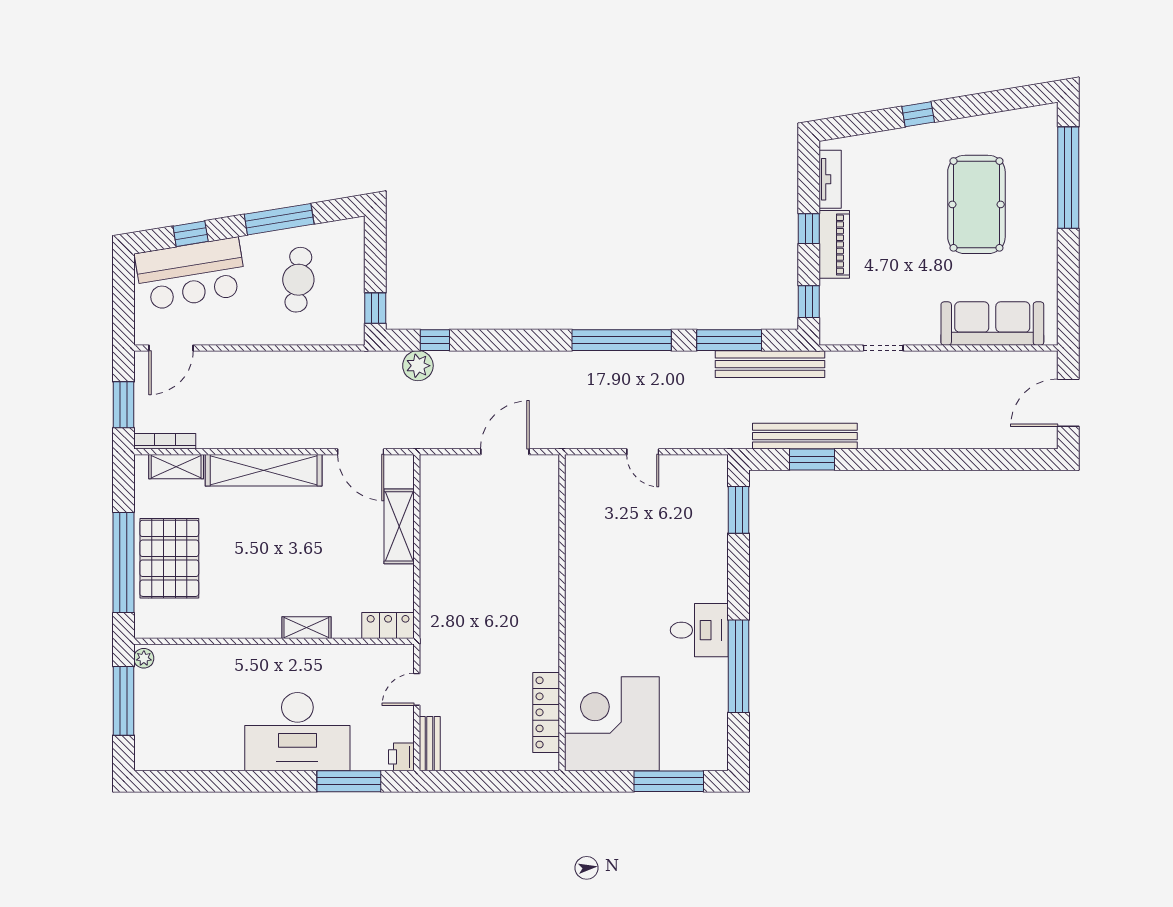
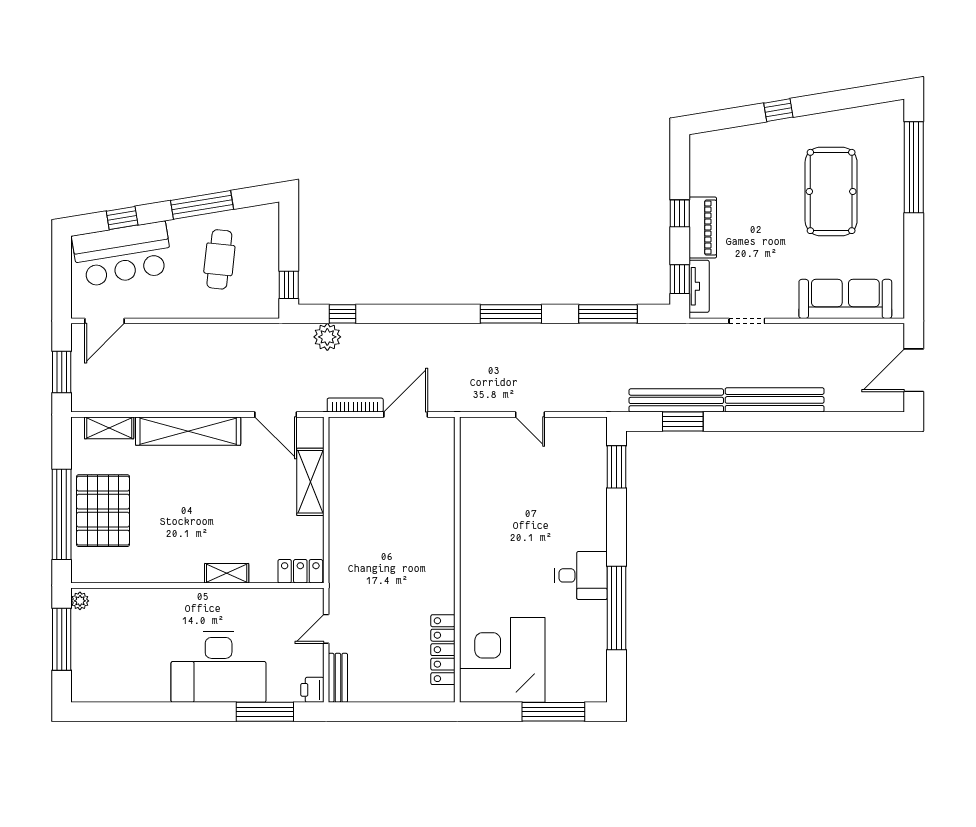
tv unit: (830, 179) -> (699, 286), moved
window: (622, 340) -> (511, 314), width x0.68
bench: (770, 364) -> (775, 400), moved
bookcase: (165, 441) -> (355, 405), moved

